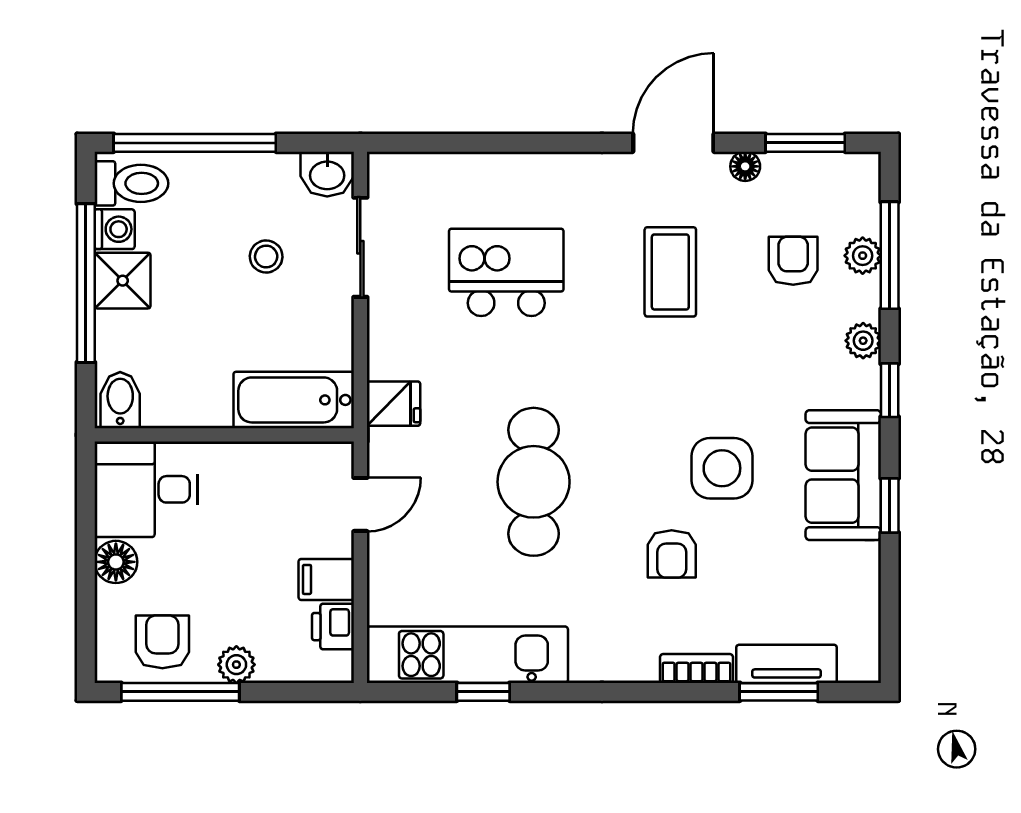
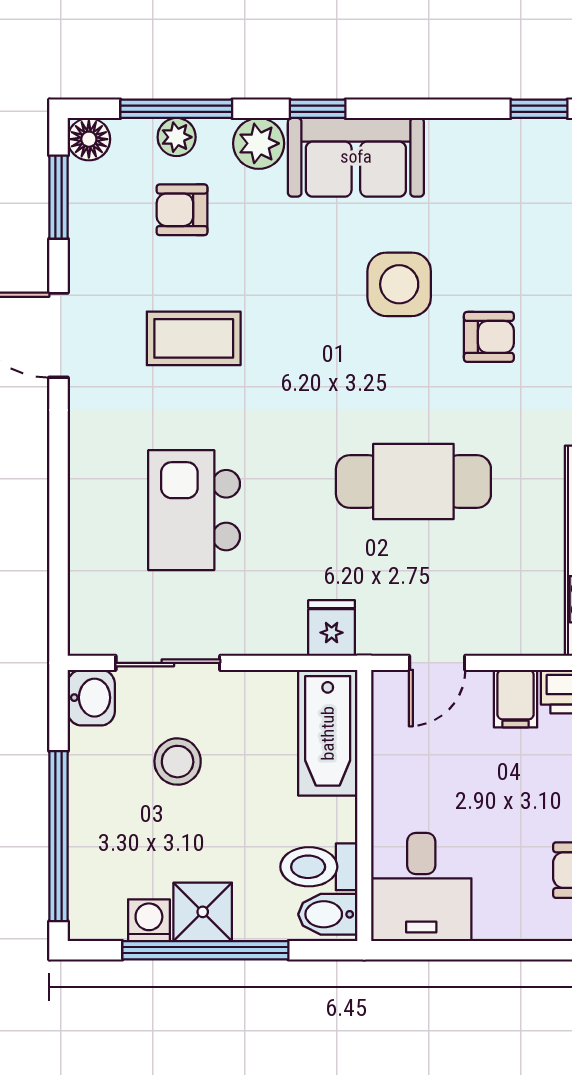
floor lamp: (745, 166) -> (89, 139), moved, width x1.37, depth x1.37
toilet: (131, 183) -> (319, 867), moved, turned -90
stool: (266, 257) -> (178, 762), width x1.37, depth x1.37
plant: (863, 341) -> (259, 143), width x1.38, depth x1.38
sofa: (843, 475) -> (356, 157), moved
door: (360, 504) -> (437, 663), swing flipped
window: (890, 505) -> (539, 109), moved
floor lamp: (116, 562) -> (497, 919), removed

